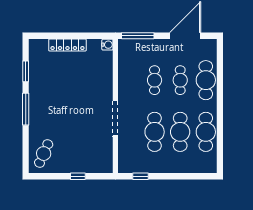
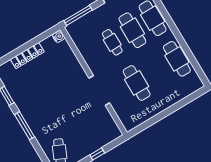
cafe table: (180, 80) -> (132, 30), width x1.37, depth x1.35
cafe table: (180, 132) -> (157, 71), removed
window: (141, 176) -> (146, 124), removed

